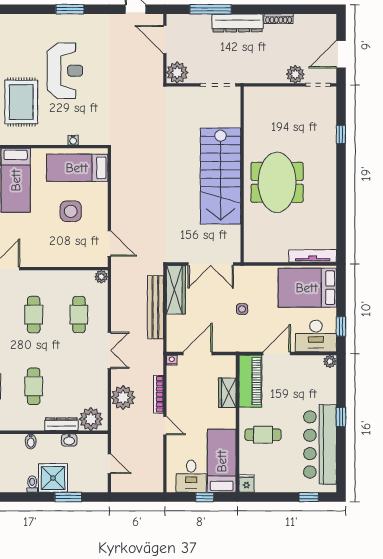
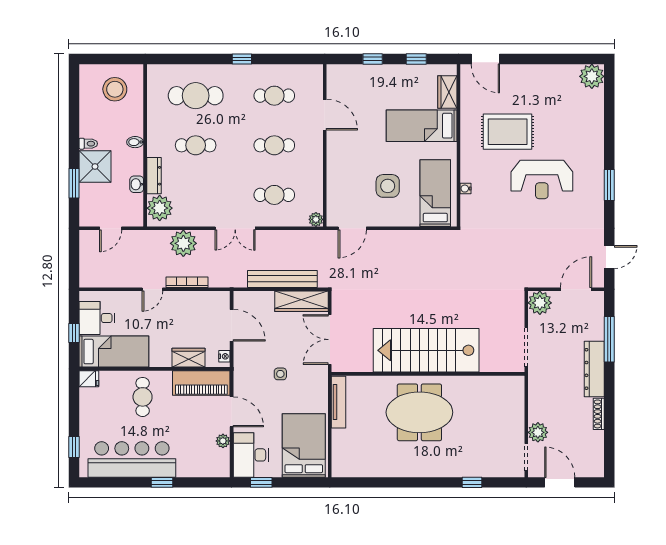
tv unit: (313, 256) -> (339, 402), moved
nightstand: (172, 360) -> (224, 356), moved
plant: (330, 361) -> (223, 441), moved

